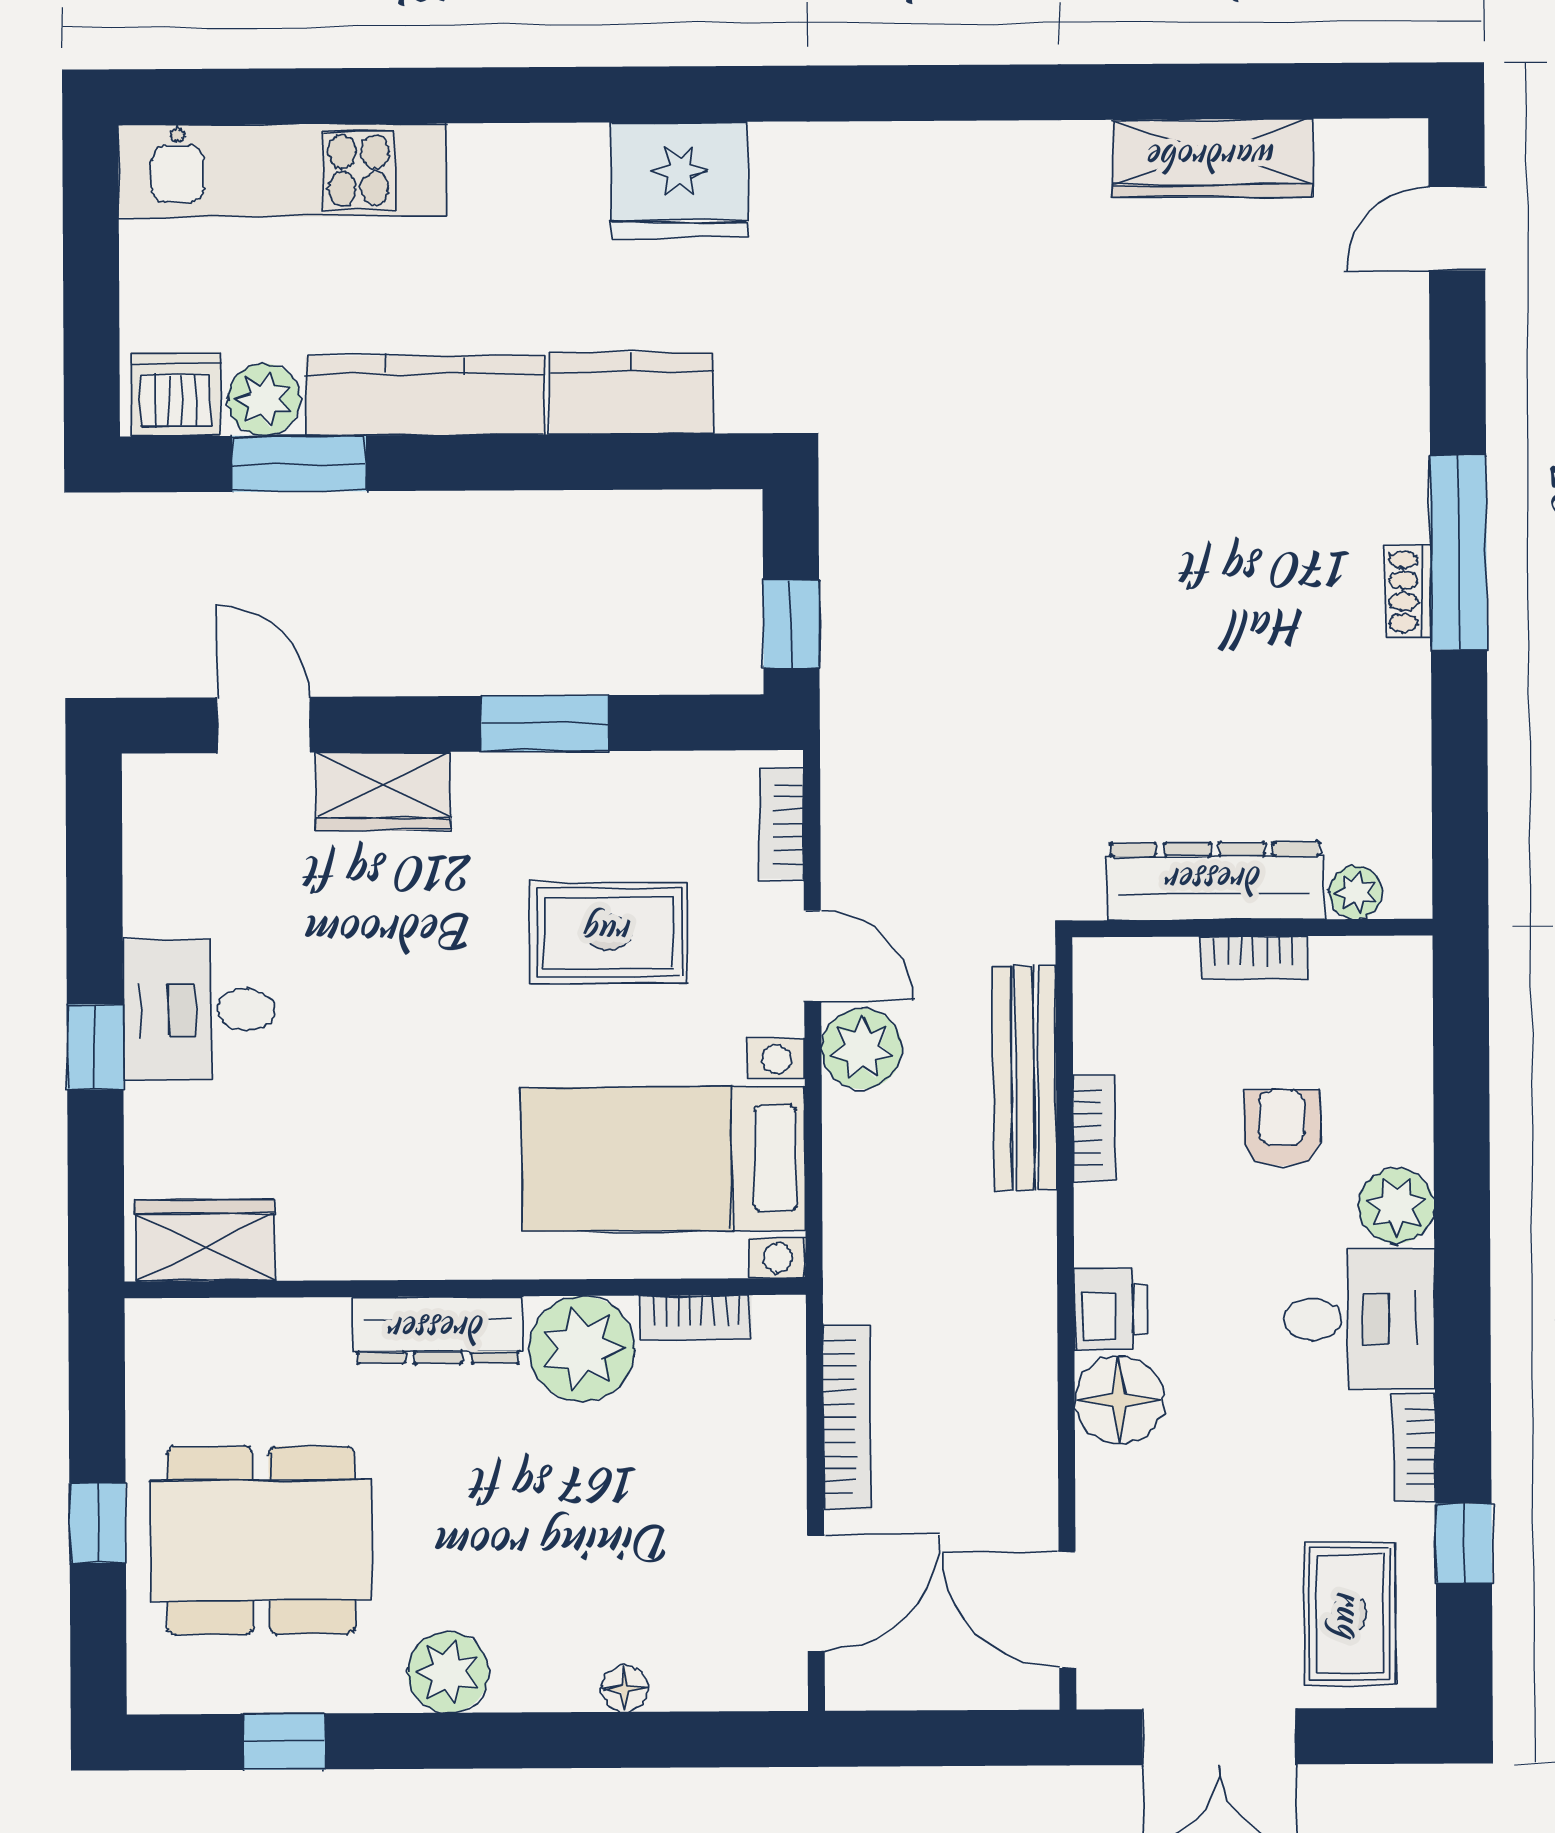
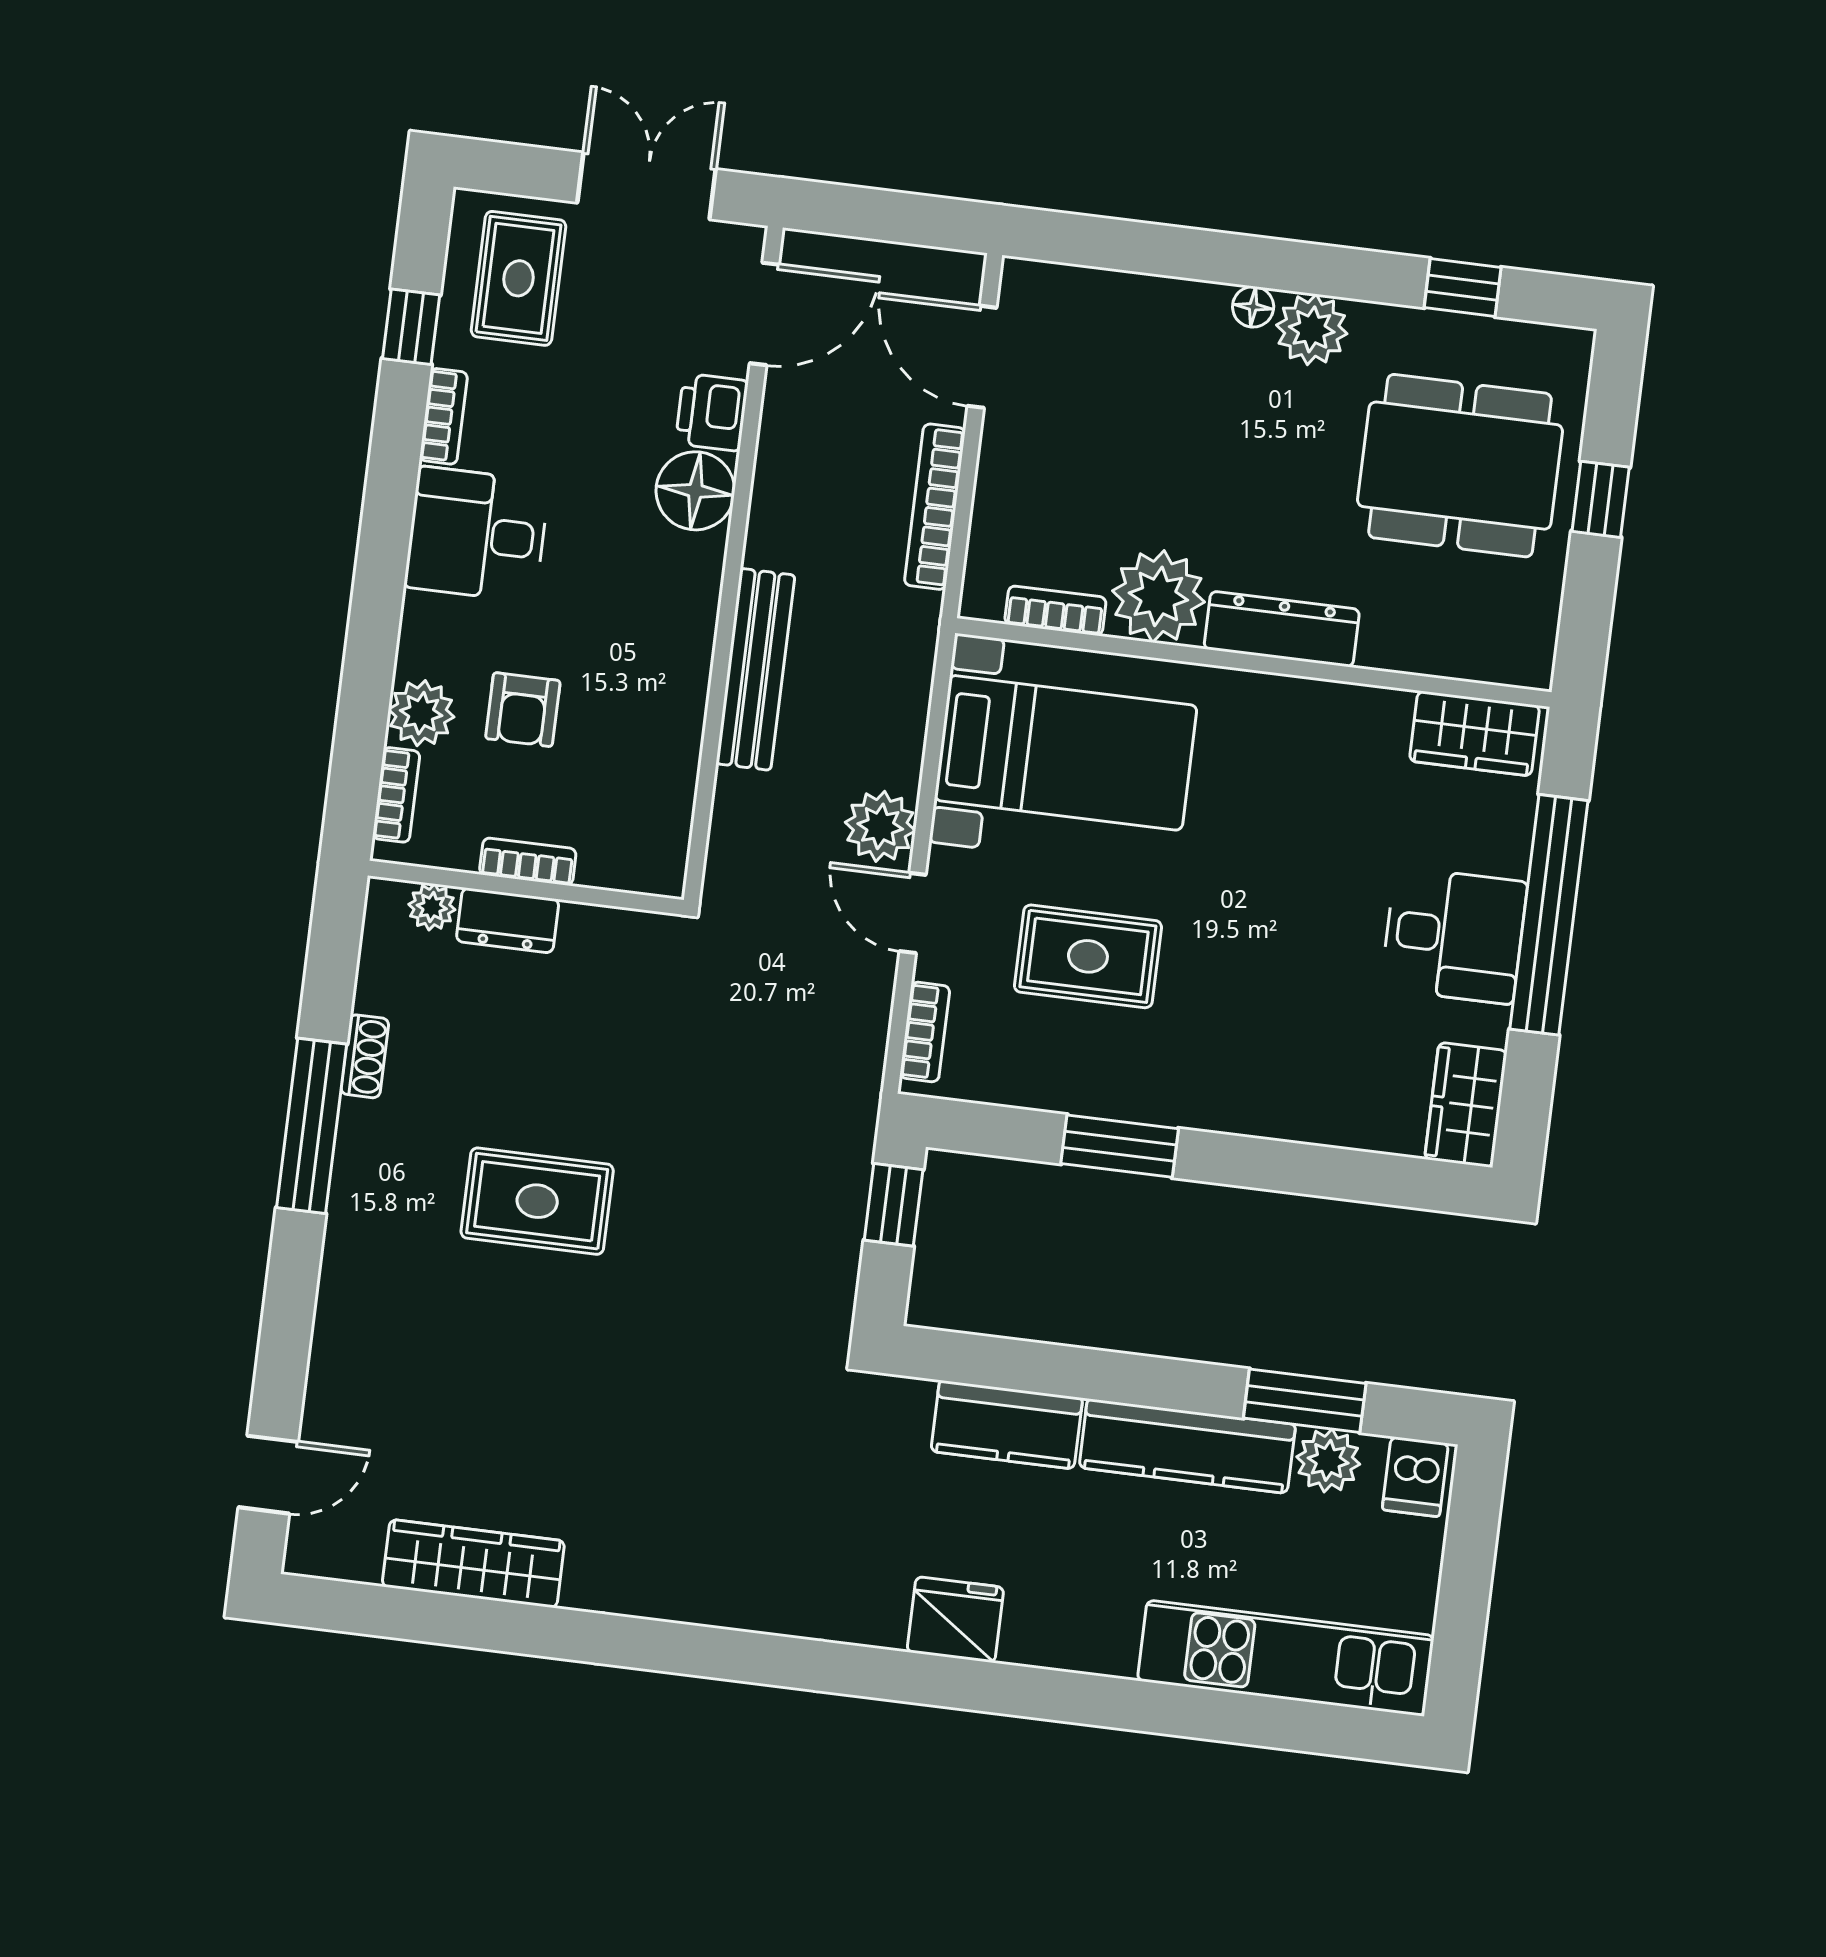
fridge: (679, 180) -> (955, 1620), width x0.73, depth x0.75
dishwasher: (176, 394) -> (1415, 1477), width x0.73
window: (1459, 552) -> (312, 1126), moved
rug: (1194, 576) -> (537, 1201), added
shoe rack: (1409, 591) -> (365, 1056), moved
door: (264, 725) -> (1365, 1177), removed
wardrobe: (383, 791) -> (1466, 1105), moved, turned -90
dresser: (1215, 881) -> (508, 920), width x0.51, depth x0.80
window: (95, 1047) -> (1549, 915), width x3.17
bench: (1025, 1078) -> (755, 669), moved
bookcase: (1094, 1128) -> (396, 795), moved, turned 180
plant: (1396, 1206) -> (421, 713), moved
printer: (1111, 1309) -> (712, 412), moved
door: (816, 1593) -> (982, 357), hinge flipped
door: (1067, 1610) -> (764, 314), hinge flipped
floor lamp: (625, 1689) -> (1253, 307), moved

